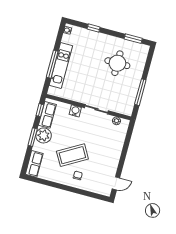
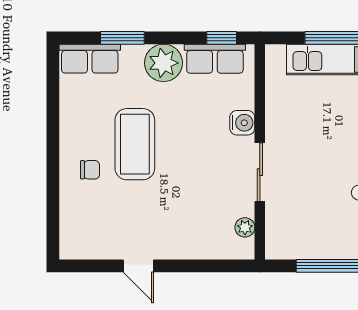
window: (33, 137) -> (122, 38), moved
coffee table: (72, 155) -> (135, 144), turned 30
door: (116, 183) -> (138, 266), moved

